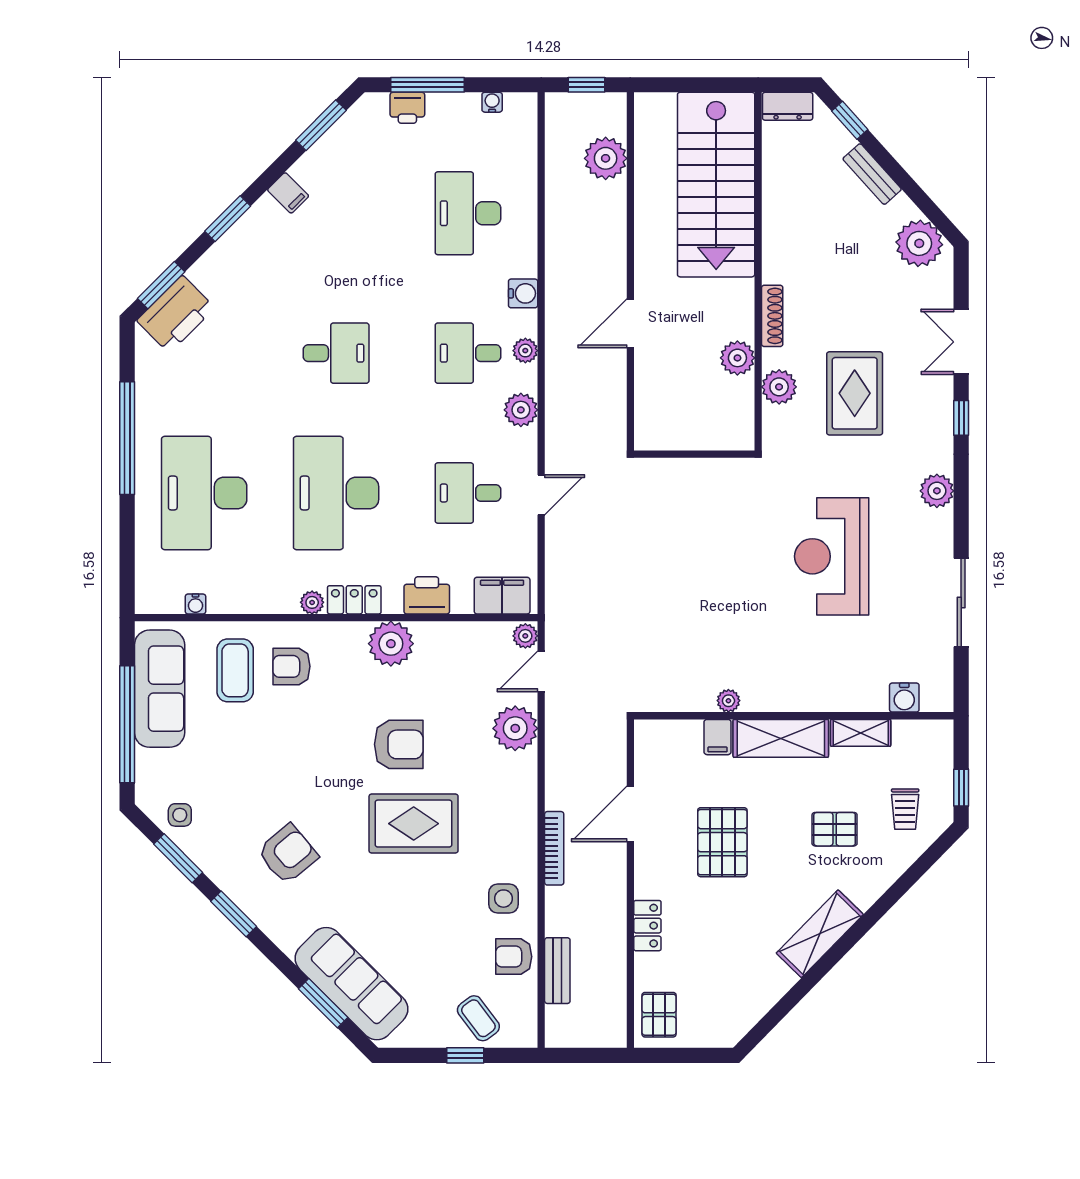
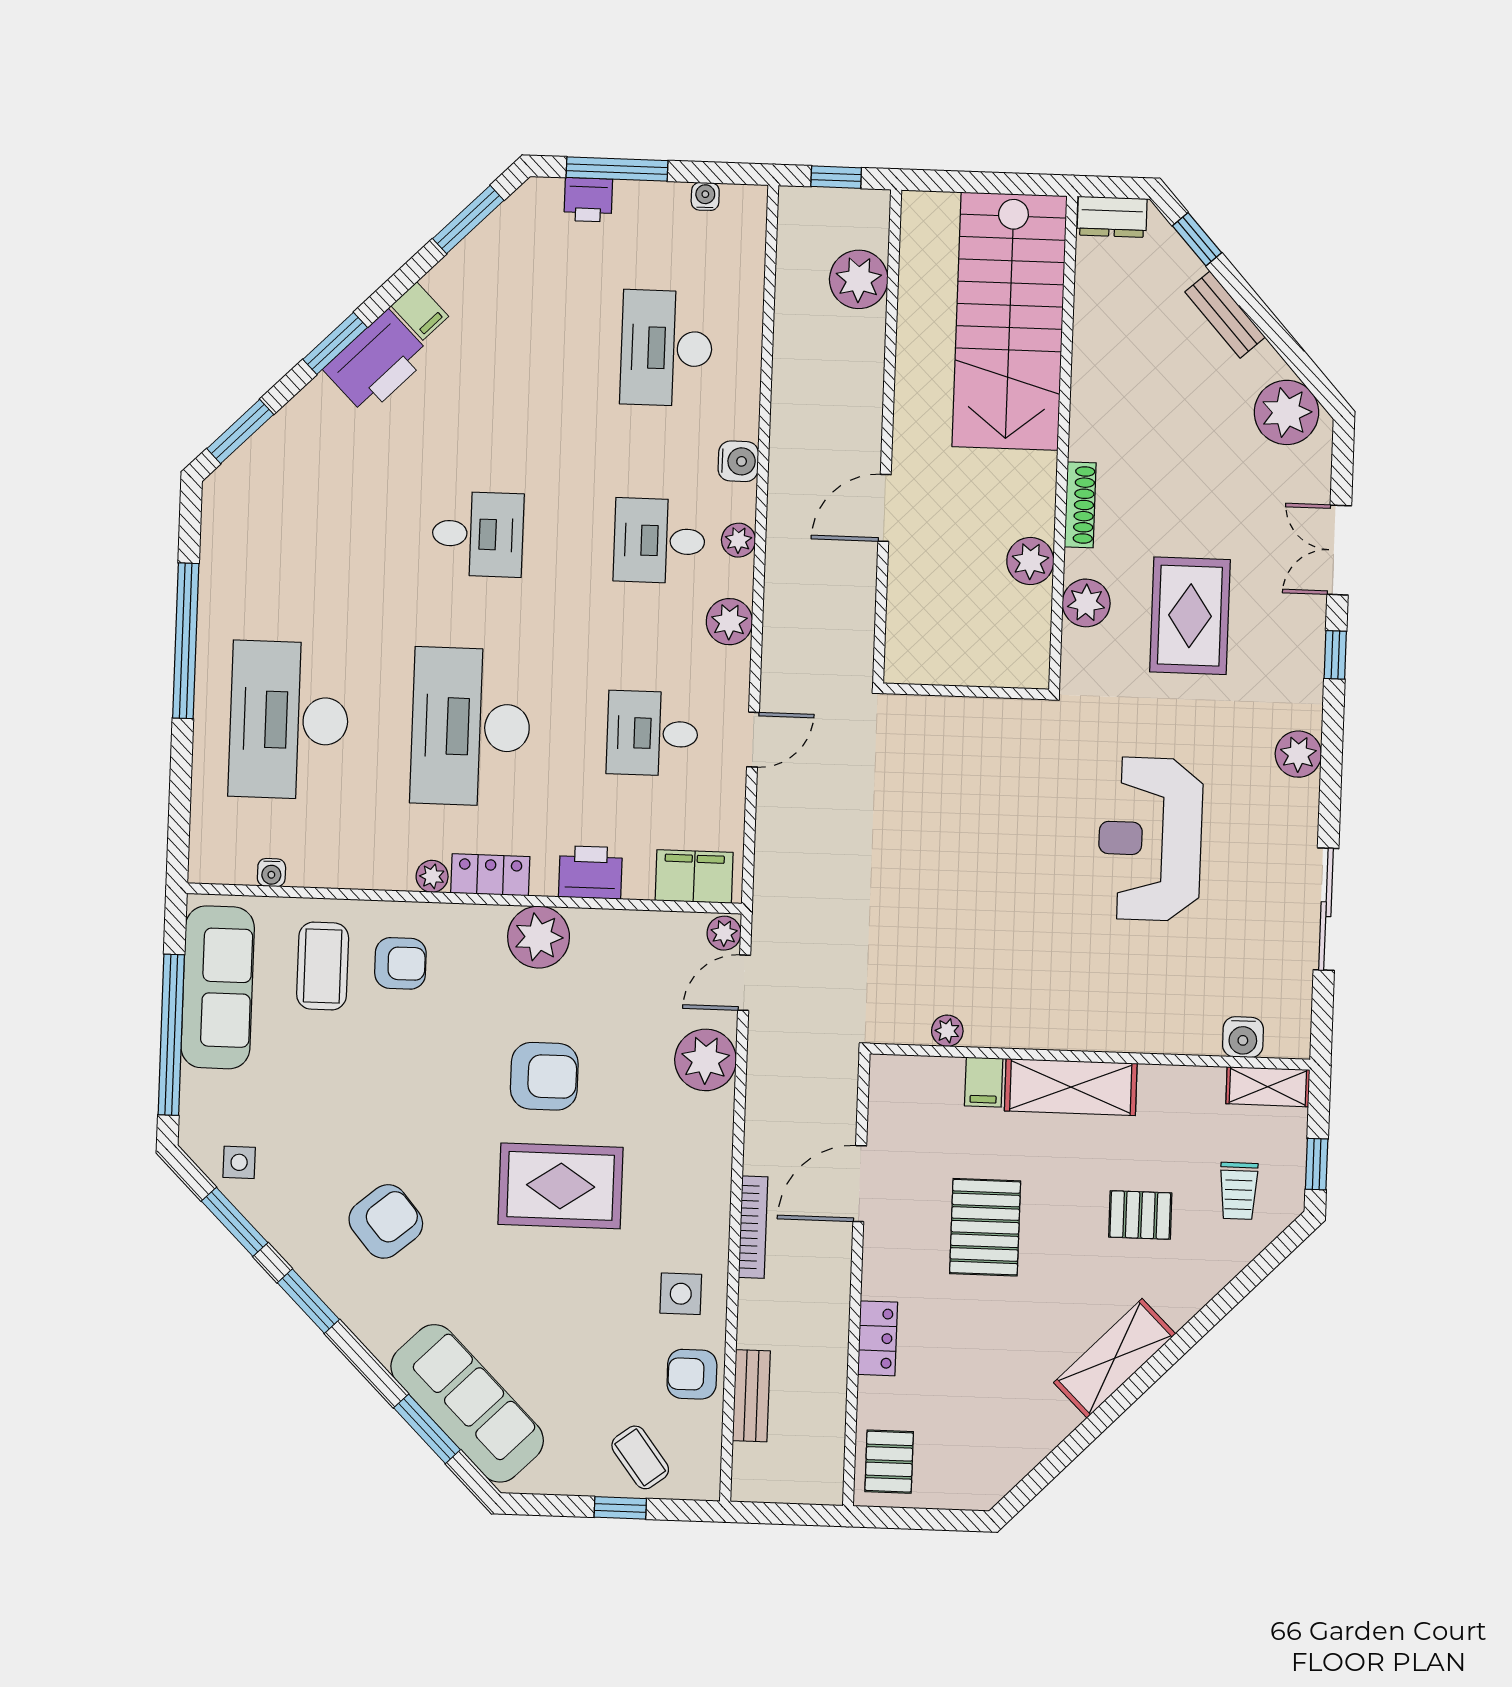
printer: (176, 314) -> (377, 362), moved
armchair: (291, 666) -> (400, 963), turned 180
plant: (728, 701) -> (947, 1031), moved
shelving: (861, 733) -> (1268, 1087), moved

